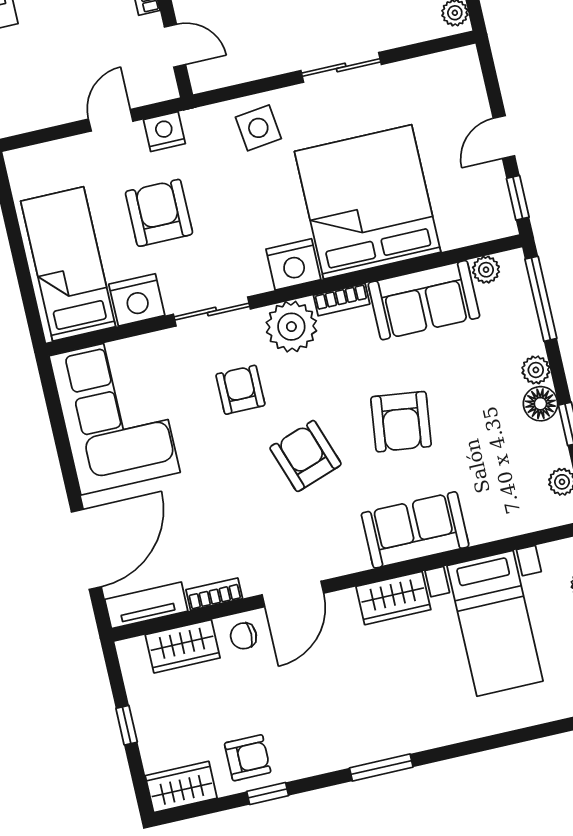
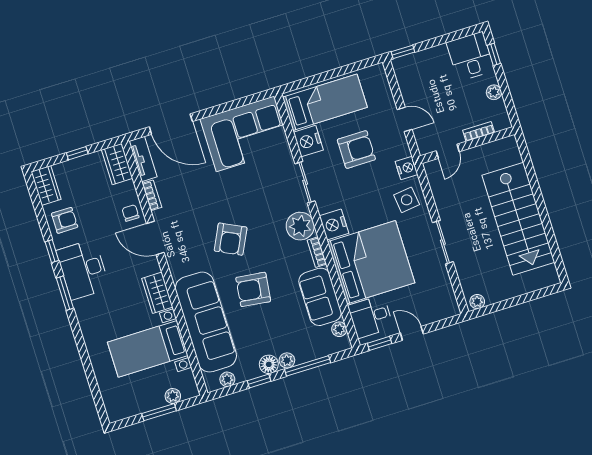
nightstand: (164, 132) -> (406, 168), moved
desk: (467, 210) -> (371, 317), added
window: (541, 299) -> (308, 366), moved
armchair: (240, 390) -> (264, 201), removed
armchair: (306, 456) -> (231, 239), turned 135
sofa: (415, 530) -> (206, 322), width x1.85, depth x1.27
wardrobe: (183, 646) -> (117, 164), moved
desk: (340, 731) -> (83, 269), added
armchair: (248, 758) -> (65, 220), turned -90
window: (268, 793) -> (52, 251), moved

